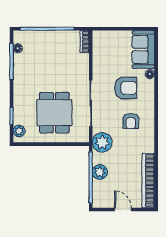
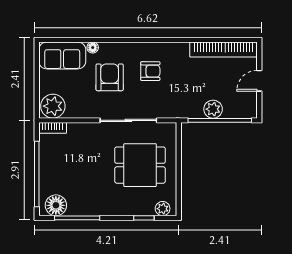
floor lamp: (18, 48) -> (56, 205), width x1.89, depth x1.89
plant: (102, 142) -> (53, 106), moved

